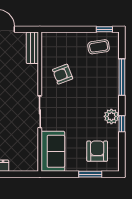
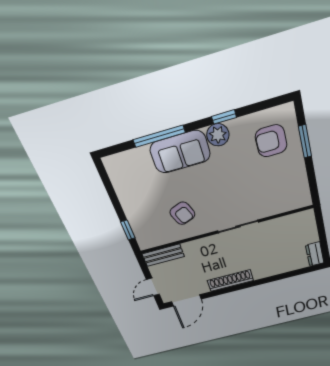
window: (104, 29) -> (128, 230), moved
coffee table: (99, 47) -> (131, 179), removed
sofa: (53, 151) -> (180, 152), moved, turned 180

